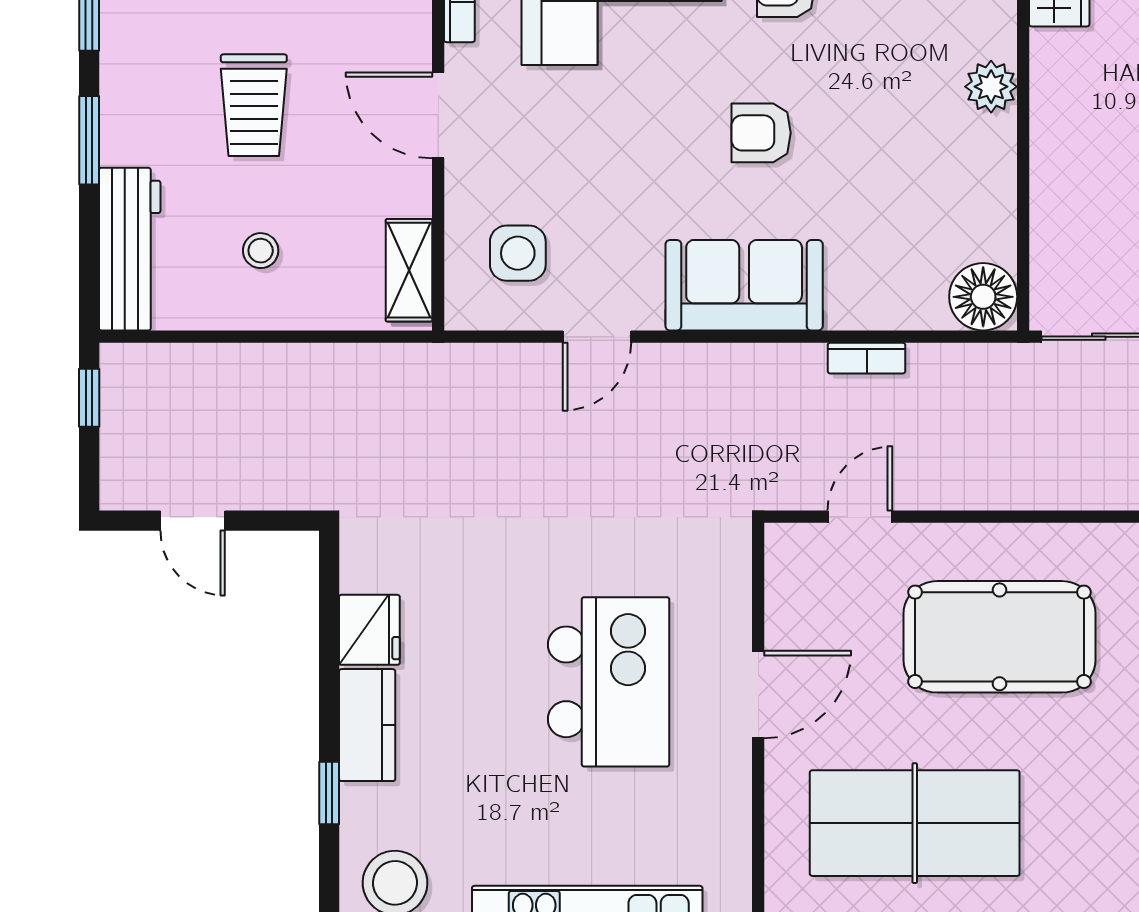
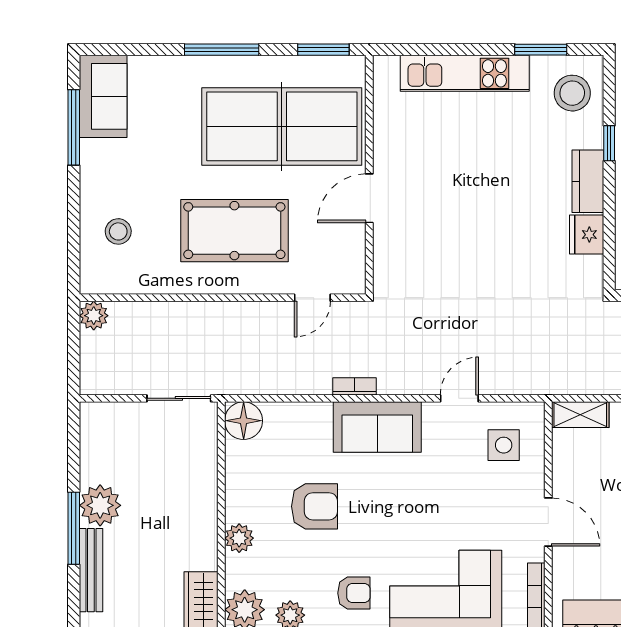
armchair: (761, 133) -> (315, 506), moved, width x1.38, depth x1.38
shelving: (409, 270) -> (580, 415), moved, turned 90
bookcase: (867, 358) -> (355, 386), moved
kitchen island: (609, 682) -> (453, 205), removed
table tennis table: (915, 823) -> (282, 126), width x1.36, depth x1.32

